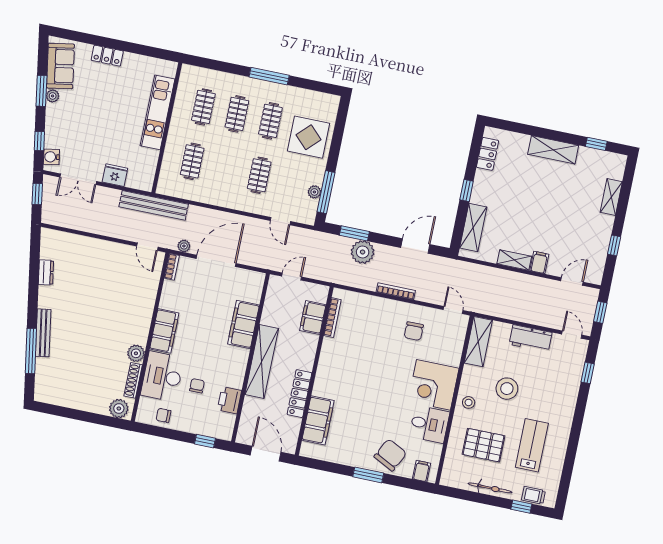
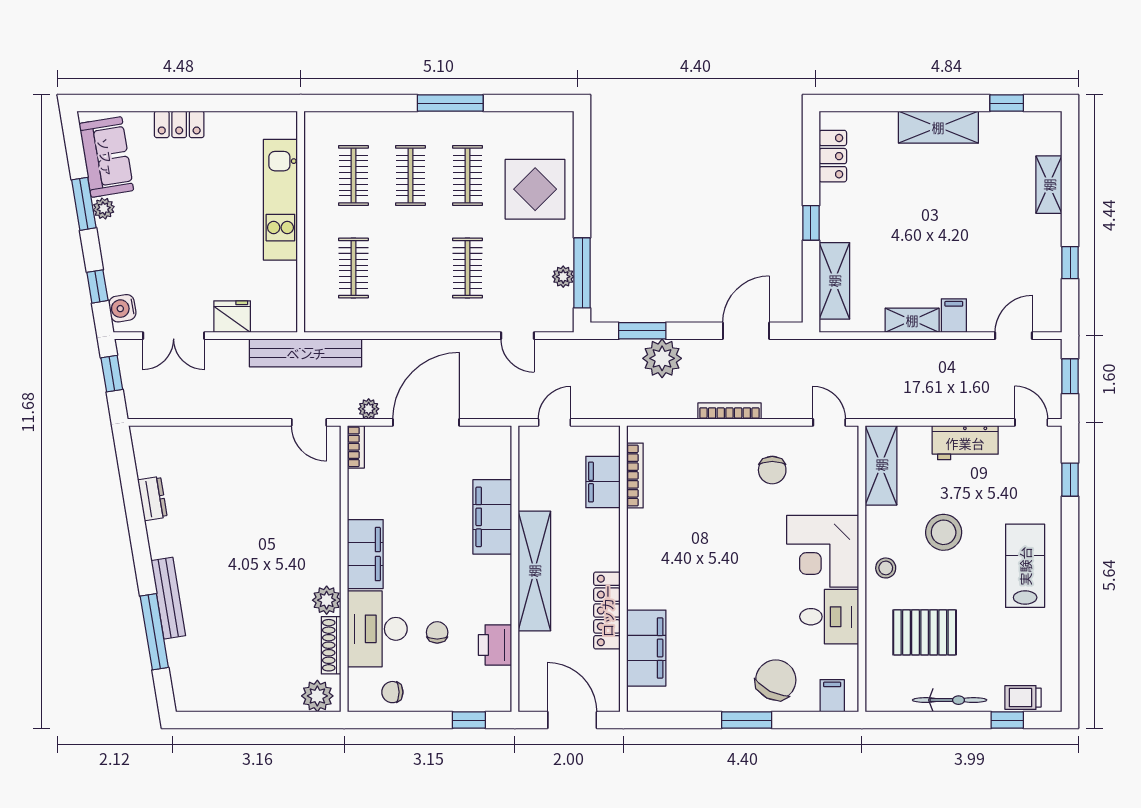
lab bench: (532, 445) -> (1025, 566), moved

